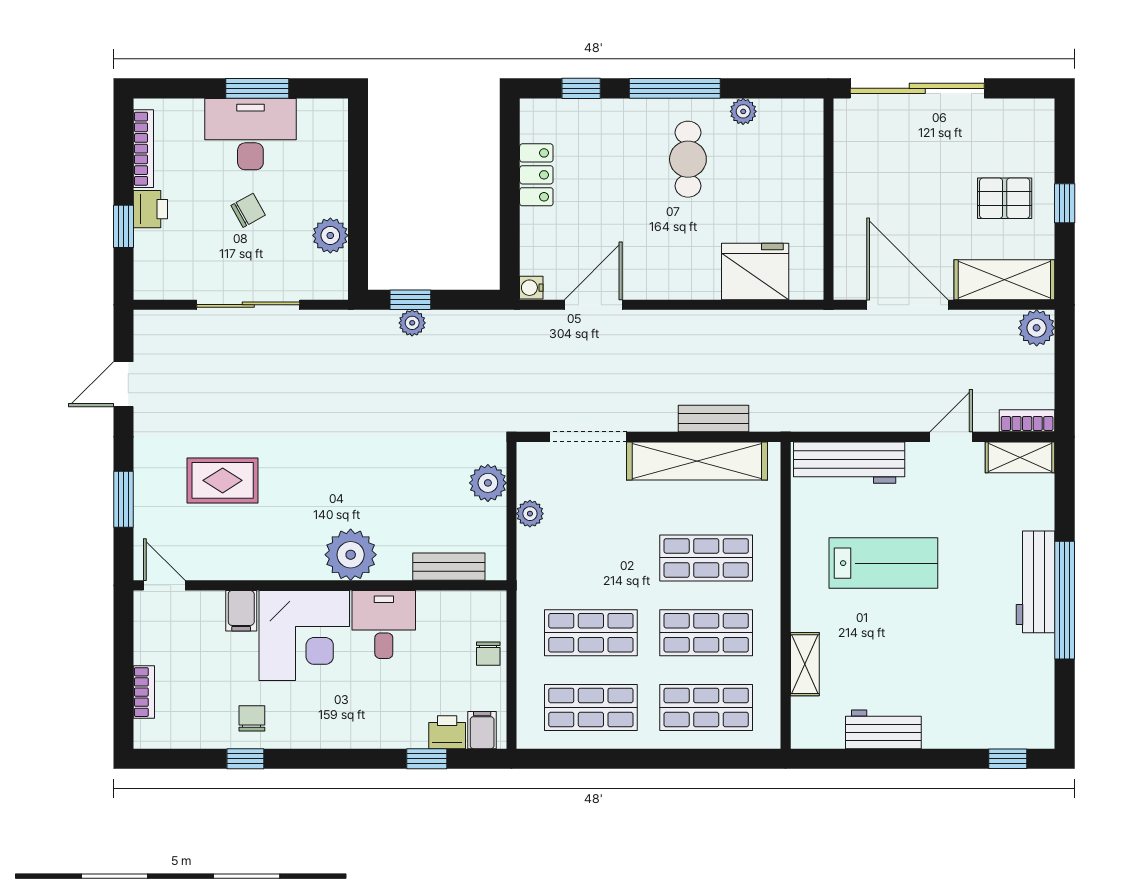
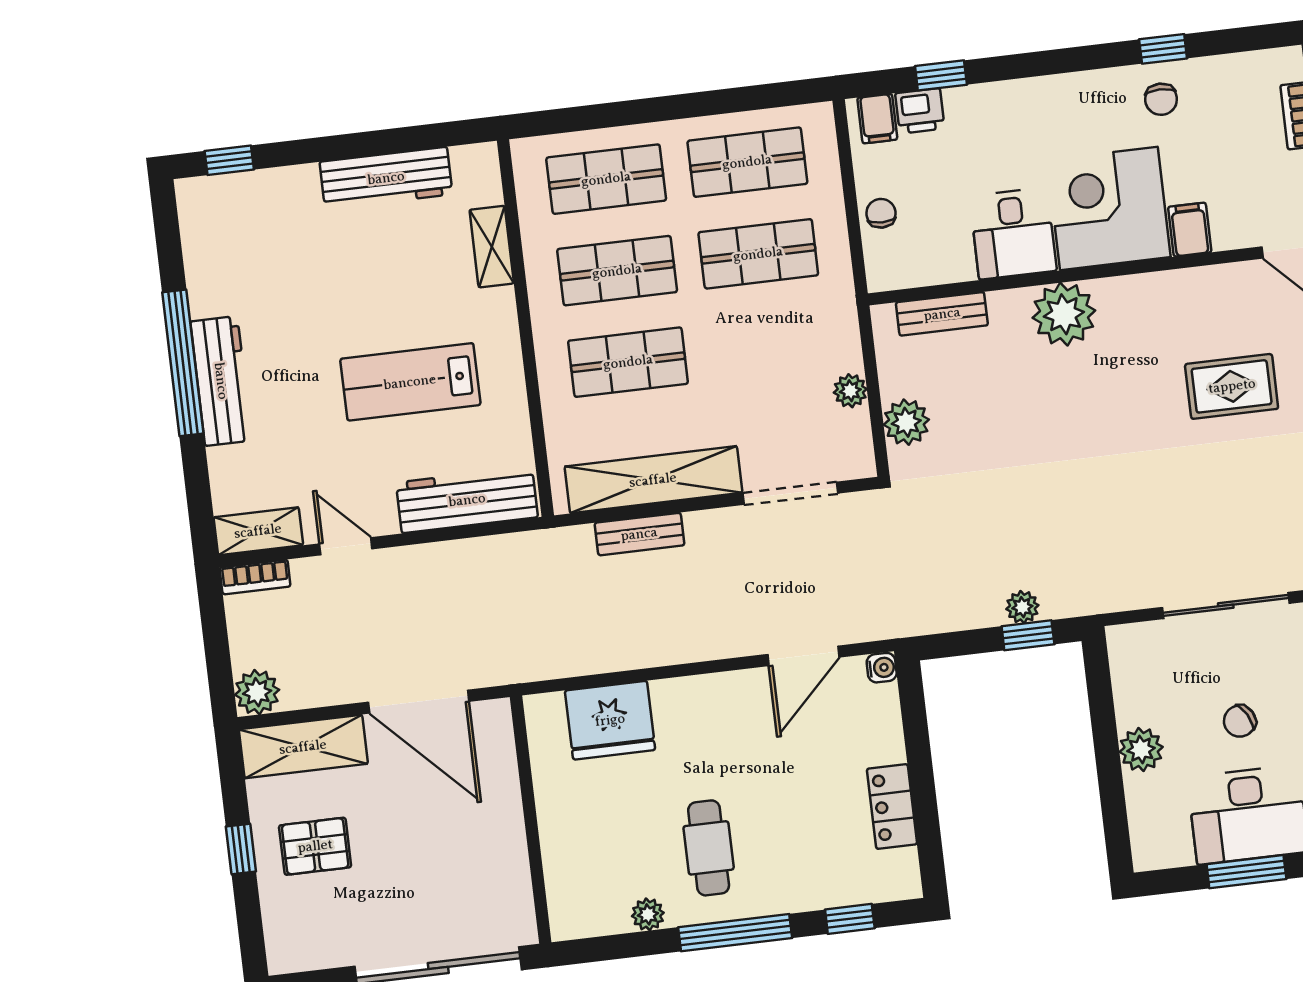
plant: (330, 235) -> (1141, 750), moved
door: (951, 437) -> (346, 546), swing flipped
workbench: (883, 729) -> (386, 178), width x1.38

